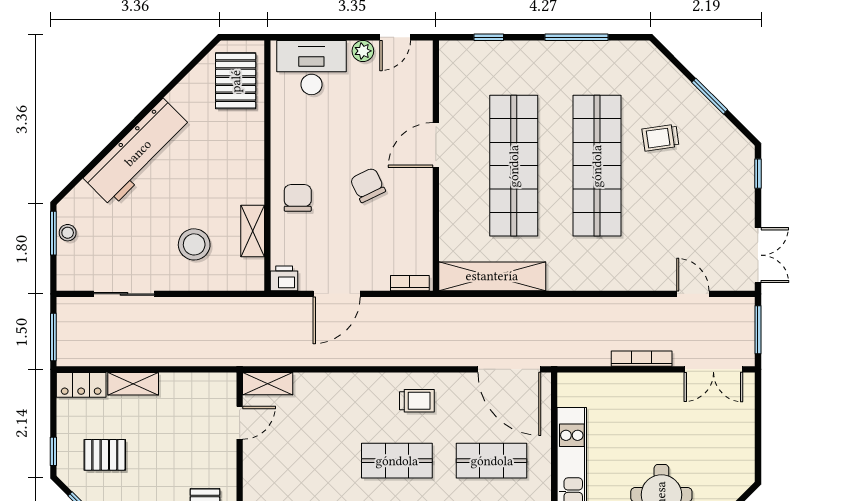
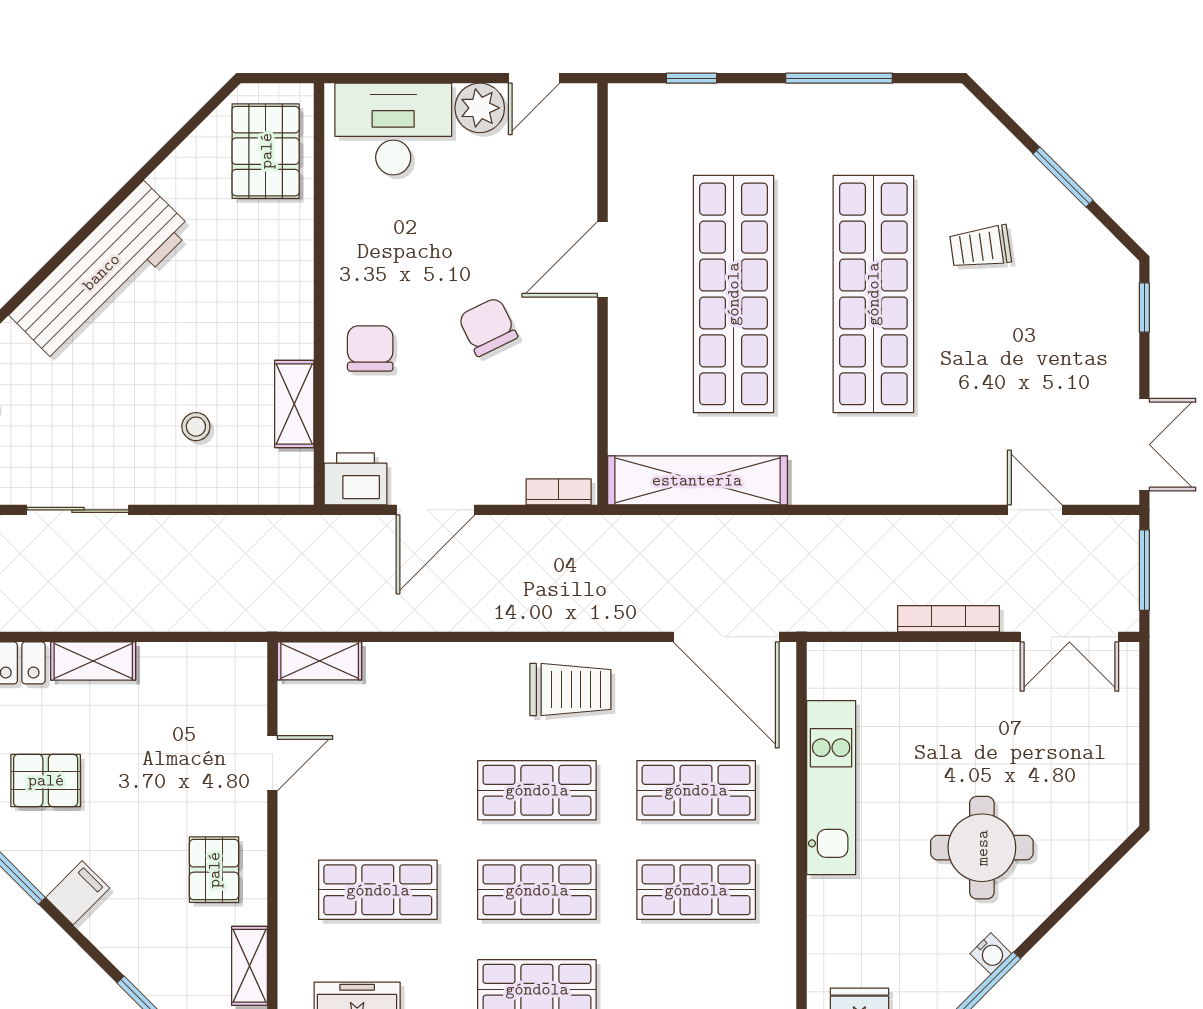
plant: (363, 51) -> (480, 108), width x1.38, depth x1.38
stool: (194, 244) -> (196, 427), width x0.53, depth x0.53
printer: (284, 278) -> (355, 479), width x1.36, depth x1.24
trolley: (417, 401) -> (570, 690), width x1.36, depth x1.39
door: (240, 423) -> (272, 763), moved

